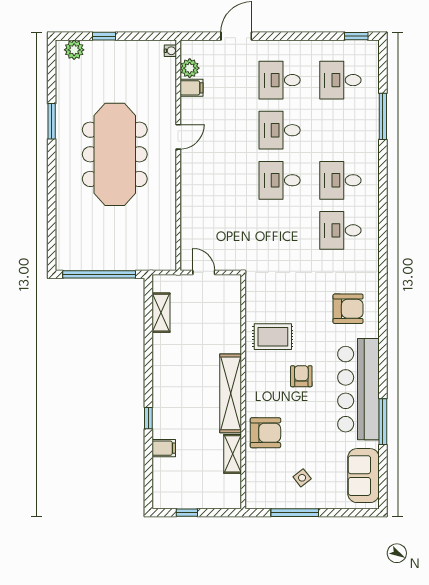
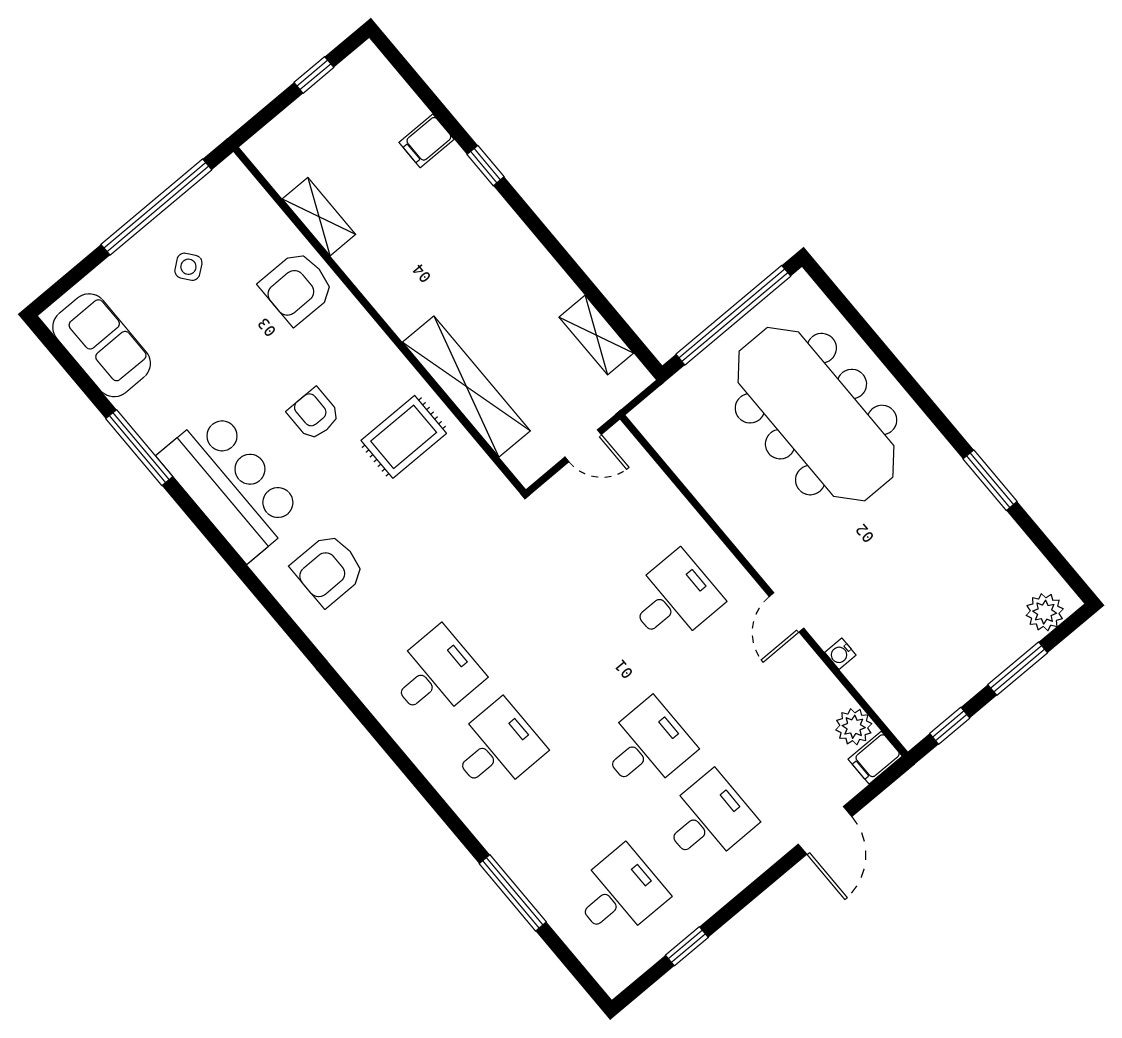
window: (104, 36) -> (1018, 669), width x1.50
window: (151, 36) -> (950, 726), added
window: (356, 36) -> (687, 946), moved
water cooler: (170, 51) -> (840, 654), moved
filing cabinet: (191, 88) -> (875, 758), moved
meeting table: (115, 154) -> (816, 414), moved
desk: (280, 180) -> (674, 599), moved
armchair: (301, 376) -> (314, 414), turned 180
bar counter: (359, 389) -> (231, 485), width x0.73
shelving: (231, 393) -> (466, 387), moved
window: (295, 513) -> (156, 207), width x1.46

